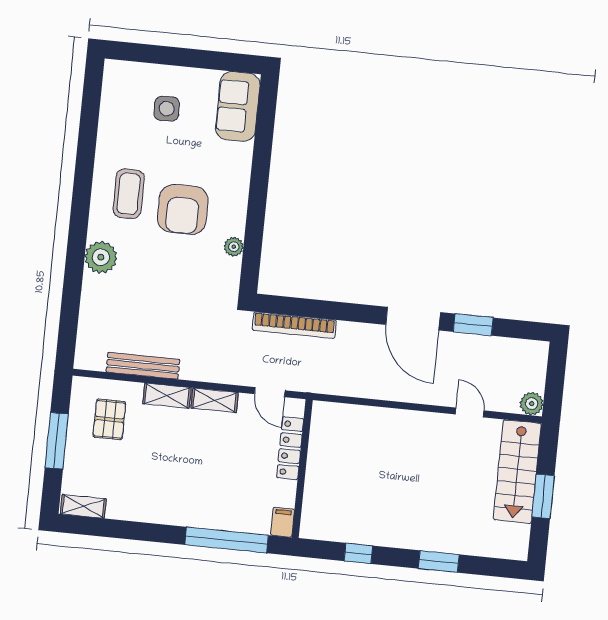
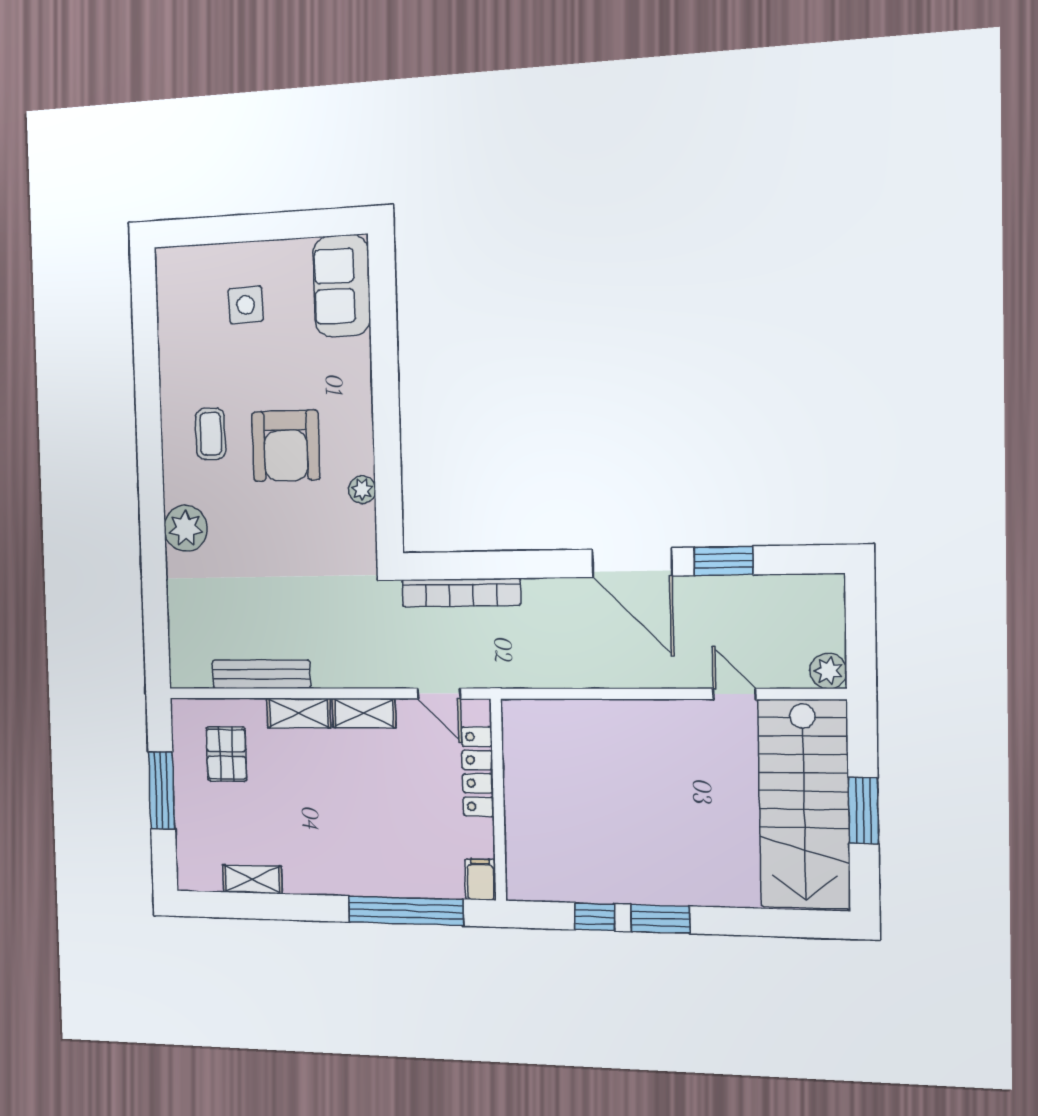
coffee table: (129, 194) -> (211, 434), width x0.73, depth x0.77
stairs: (517, 472) -> (804, 804), width x1.36, depth x1.51
shelving: (83, 506) -> (252, 879), moved
window: (439, 562) -> (660, 919), moved

